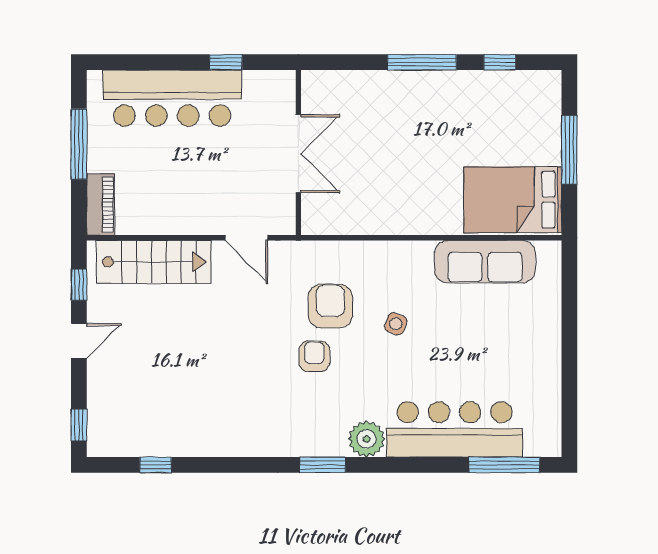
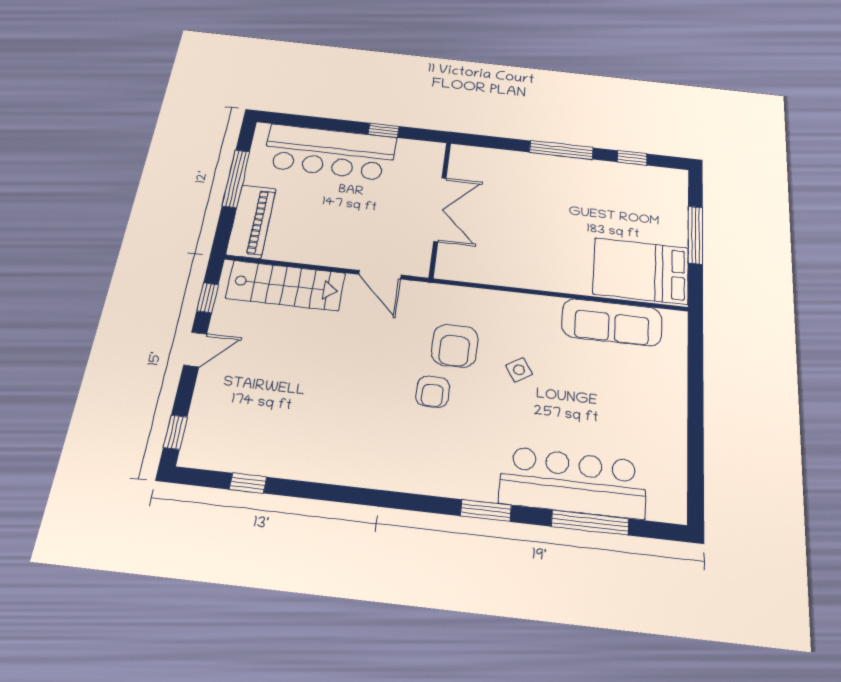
piano: (100, 204) -> (251, 221), width x1.37, depth x1.33
armchair: (330, 306) -> (455, 346), turned 180
side table: (396, 324) -> (519, 370), turned 36
armchair: (314, 356) -> (433, 392), turned 180
plant: (367, 439) -> (478, 482), removed
window: (323, 465) -> (486, 511), moved
window: (504, 465) -> (590, 523), moved

